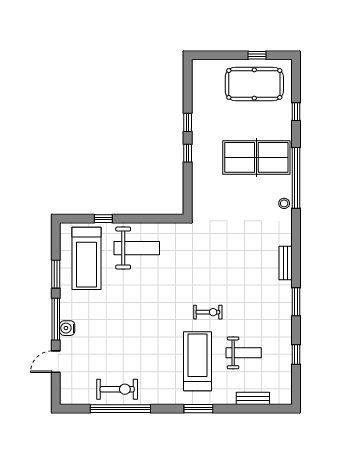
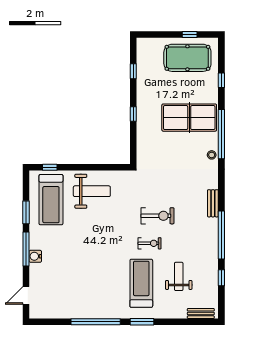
window: (188, 122) -> (133, 71), moved
window: (103, 219) -> (50, 167), moved
window: (296, 302) -> (221, 235), width x2.11
weight bench: (244, 353) -> (179, 276), turned -90
door: (56, 362) -> (26, 295), moved
exercise bike: (117, 389) -> (157, 216), moved
bench: (253, 398) -> (201, 313), moved
window: (120, 409) -> (96, 322), moved

